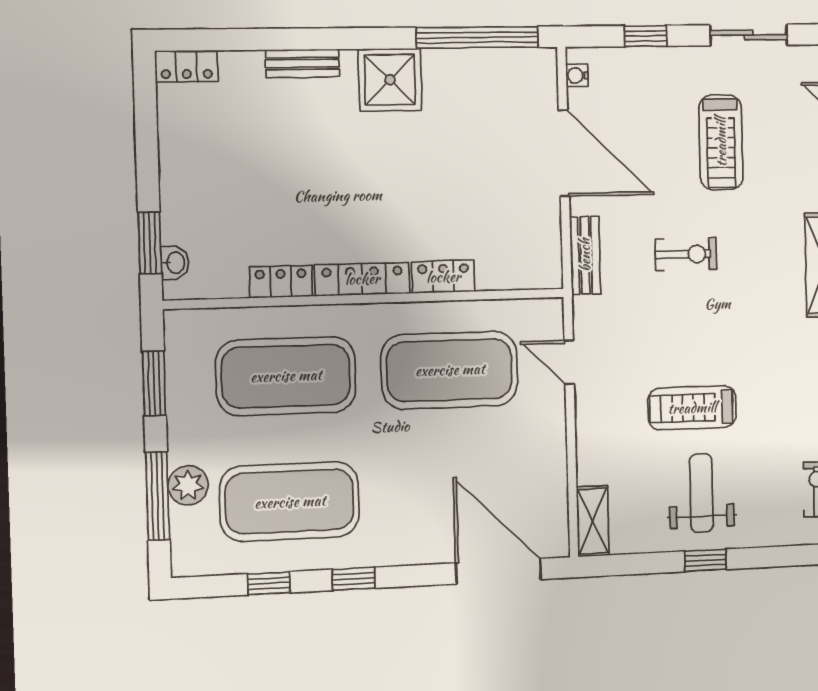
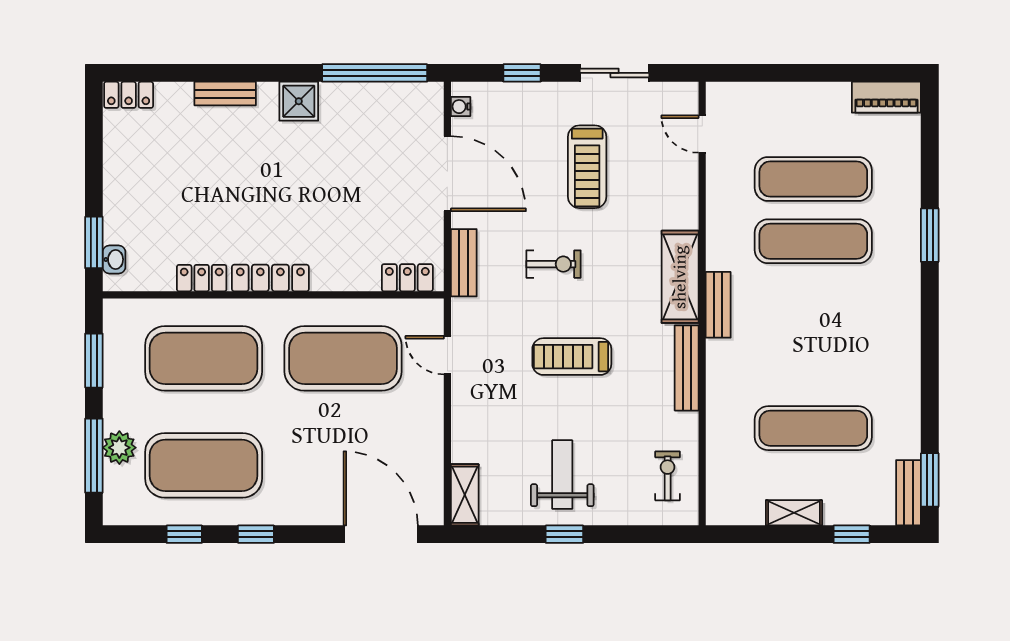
shower: (390, 80) -> (299, 101), width x0.73, depth x0.73
locker: (443, 277) -> (407, 278), moved
treadmill: (692, 408) -> (572, 357), moved

